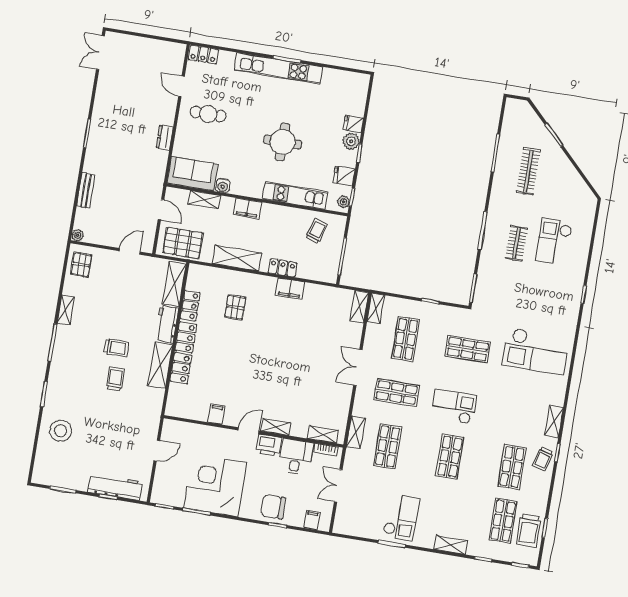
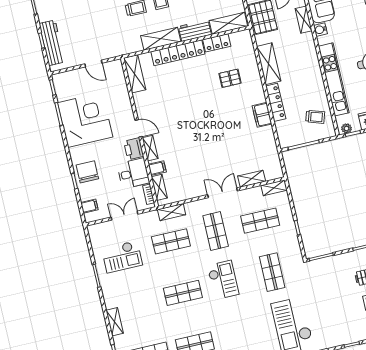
kitchen unit: (295, 196) -> (334, 79), width x1.36
filing cabinet: (248, 208) -> (311, 56), removed
locker: (283, 268) -> (276, 102), width x1.53
shelving: (359, 307) -> (252, 179), moved
shelving: (187, 410) -> (135, 74), added
filing cabinet: (217, 414) -> (157, 168), moved
checkout: (401, 518) -> (122, 257), moved

